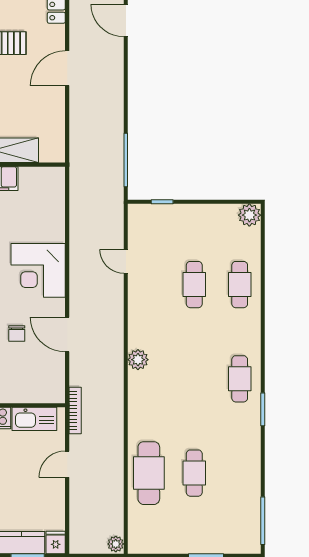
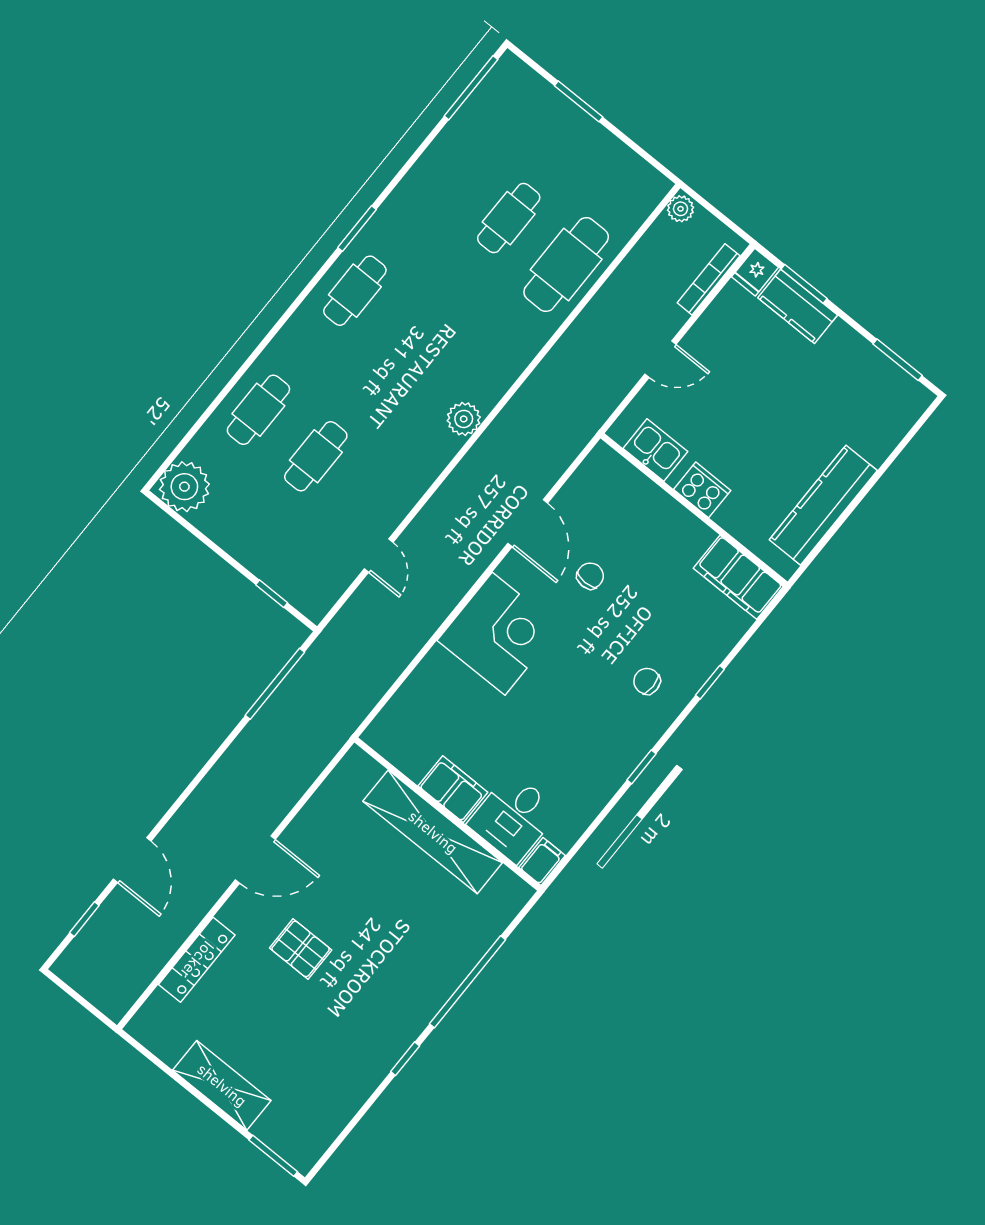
plant: (249, 215) -> (184, 487), width x1.36, depth x1.36
bookcase: (75, 411) -> (709, 279), moved
kitchen sink: (34, 419) -> (655, 450), width x0.73

